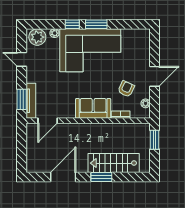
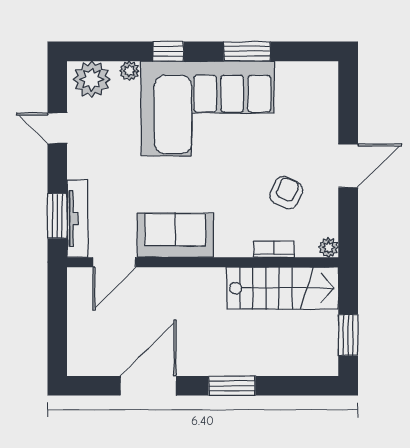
window: (96, 24) -> (247, 51), moved
plant: (146, 103) -> (328, 247), moved
sofa: (93, 108) -> (175, 235), moved
window: (154, 140) -> (348, 335), moved
stairs: (114, 163) -> (283, 288), moved, turned 180

